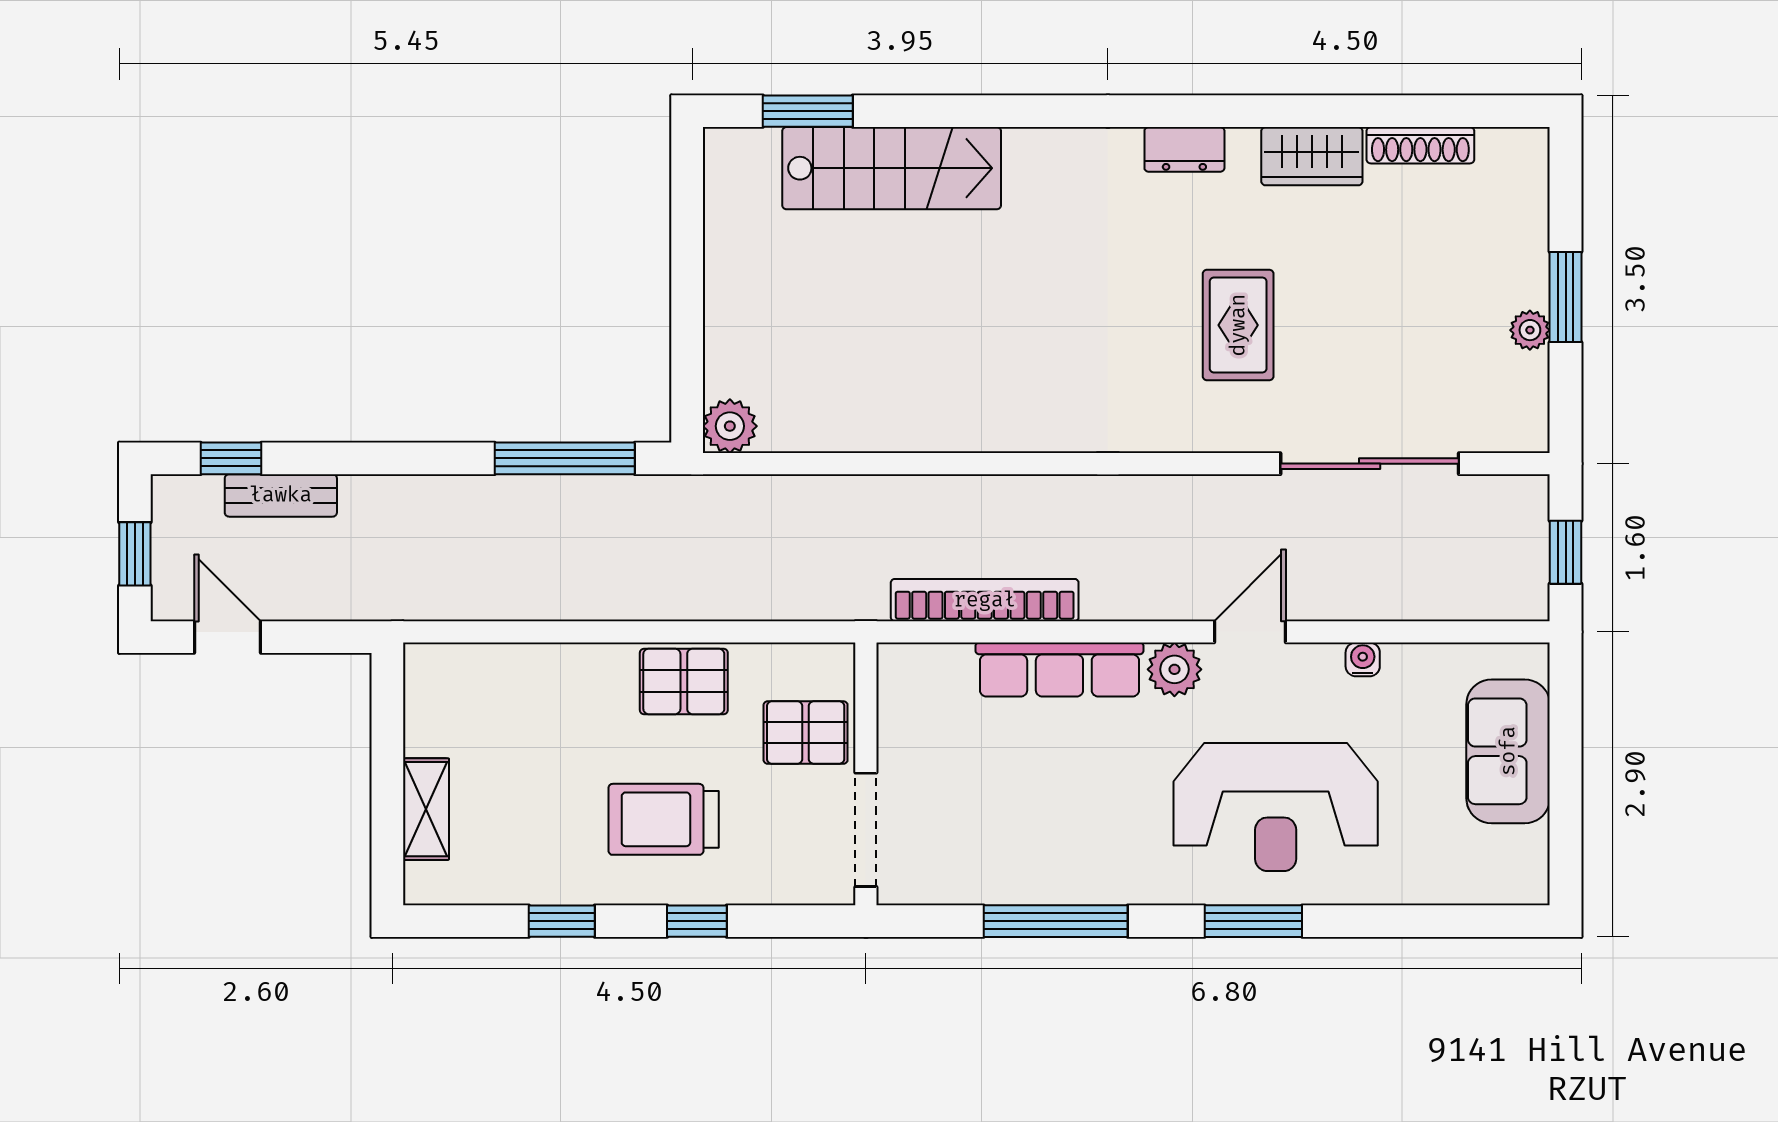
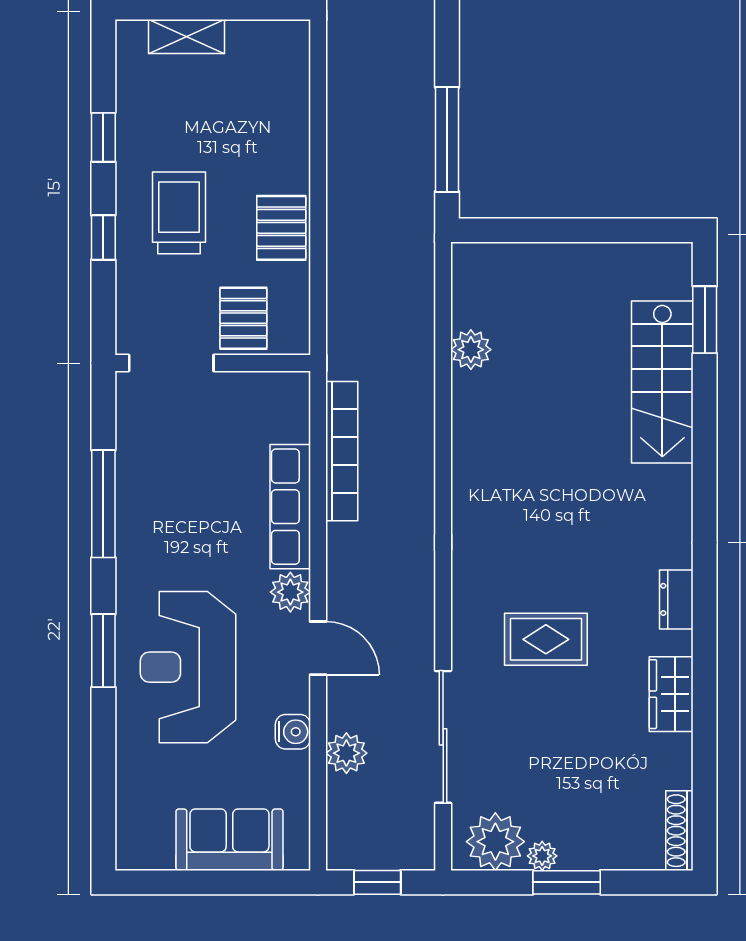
shoe rack: (1420, 145) -> (679, 831), moved
plant: (1511, 393) -> (495, 842), added
plant: (730, 426) -> (471, 350), moved
plant: (1391, 594) -> (346, 753), added
water cooler: (1363, 659) -> (293, 732), width x1.38, depth x1.38

